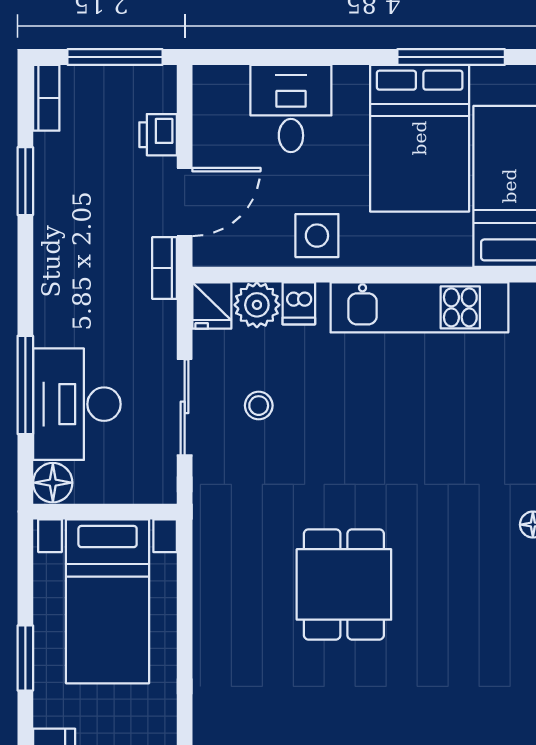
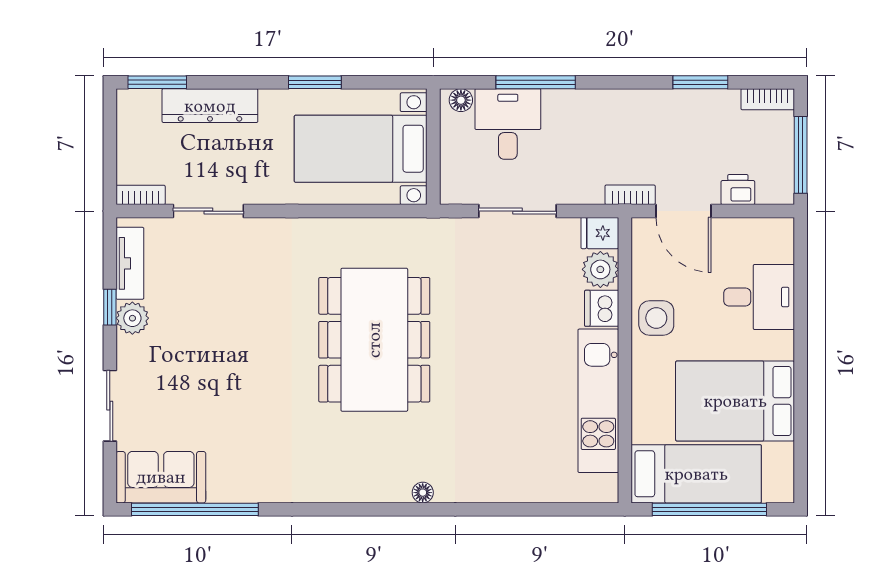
window: (451, 57) -> (801, 426), removed
dishwasher: (299, 303) -> (602, 308), width x1.38
desk: (77, 404) -> (508, 124), width x0.73
stool: (259, 406) -> (519, 271), removed
floor lamp: (53, 483) -> (461, 100), width x0.73, depth x0.73
dining table: (344, 584) -> (374, 340), width x1.88, depth x1.24

